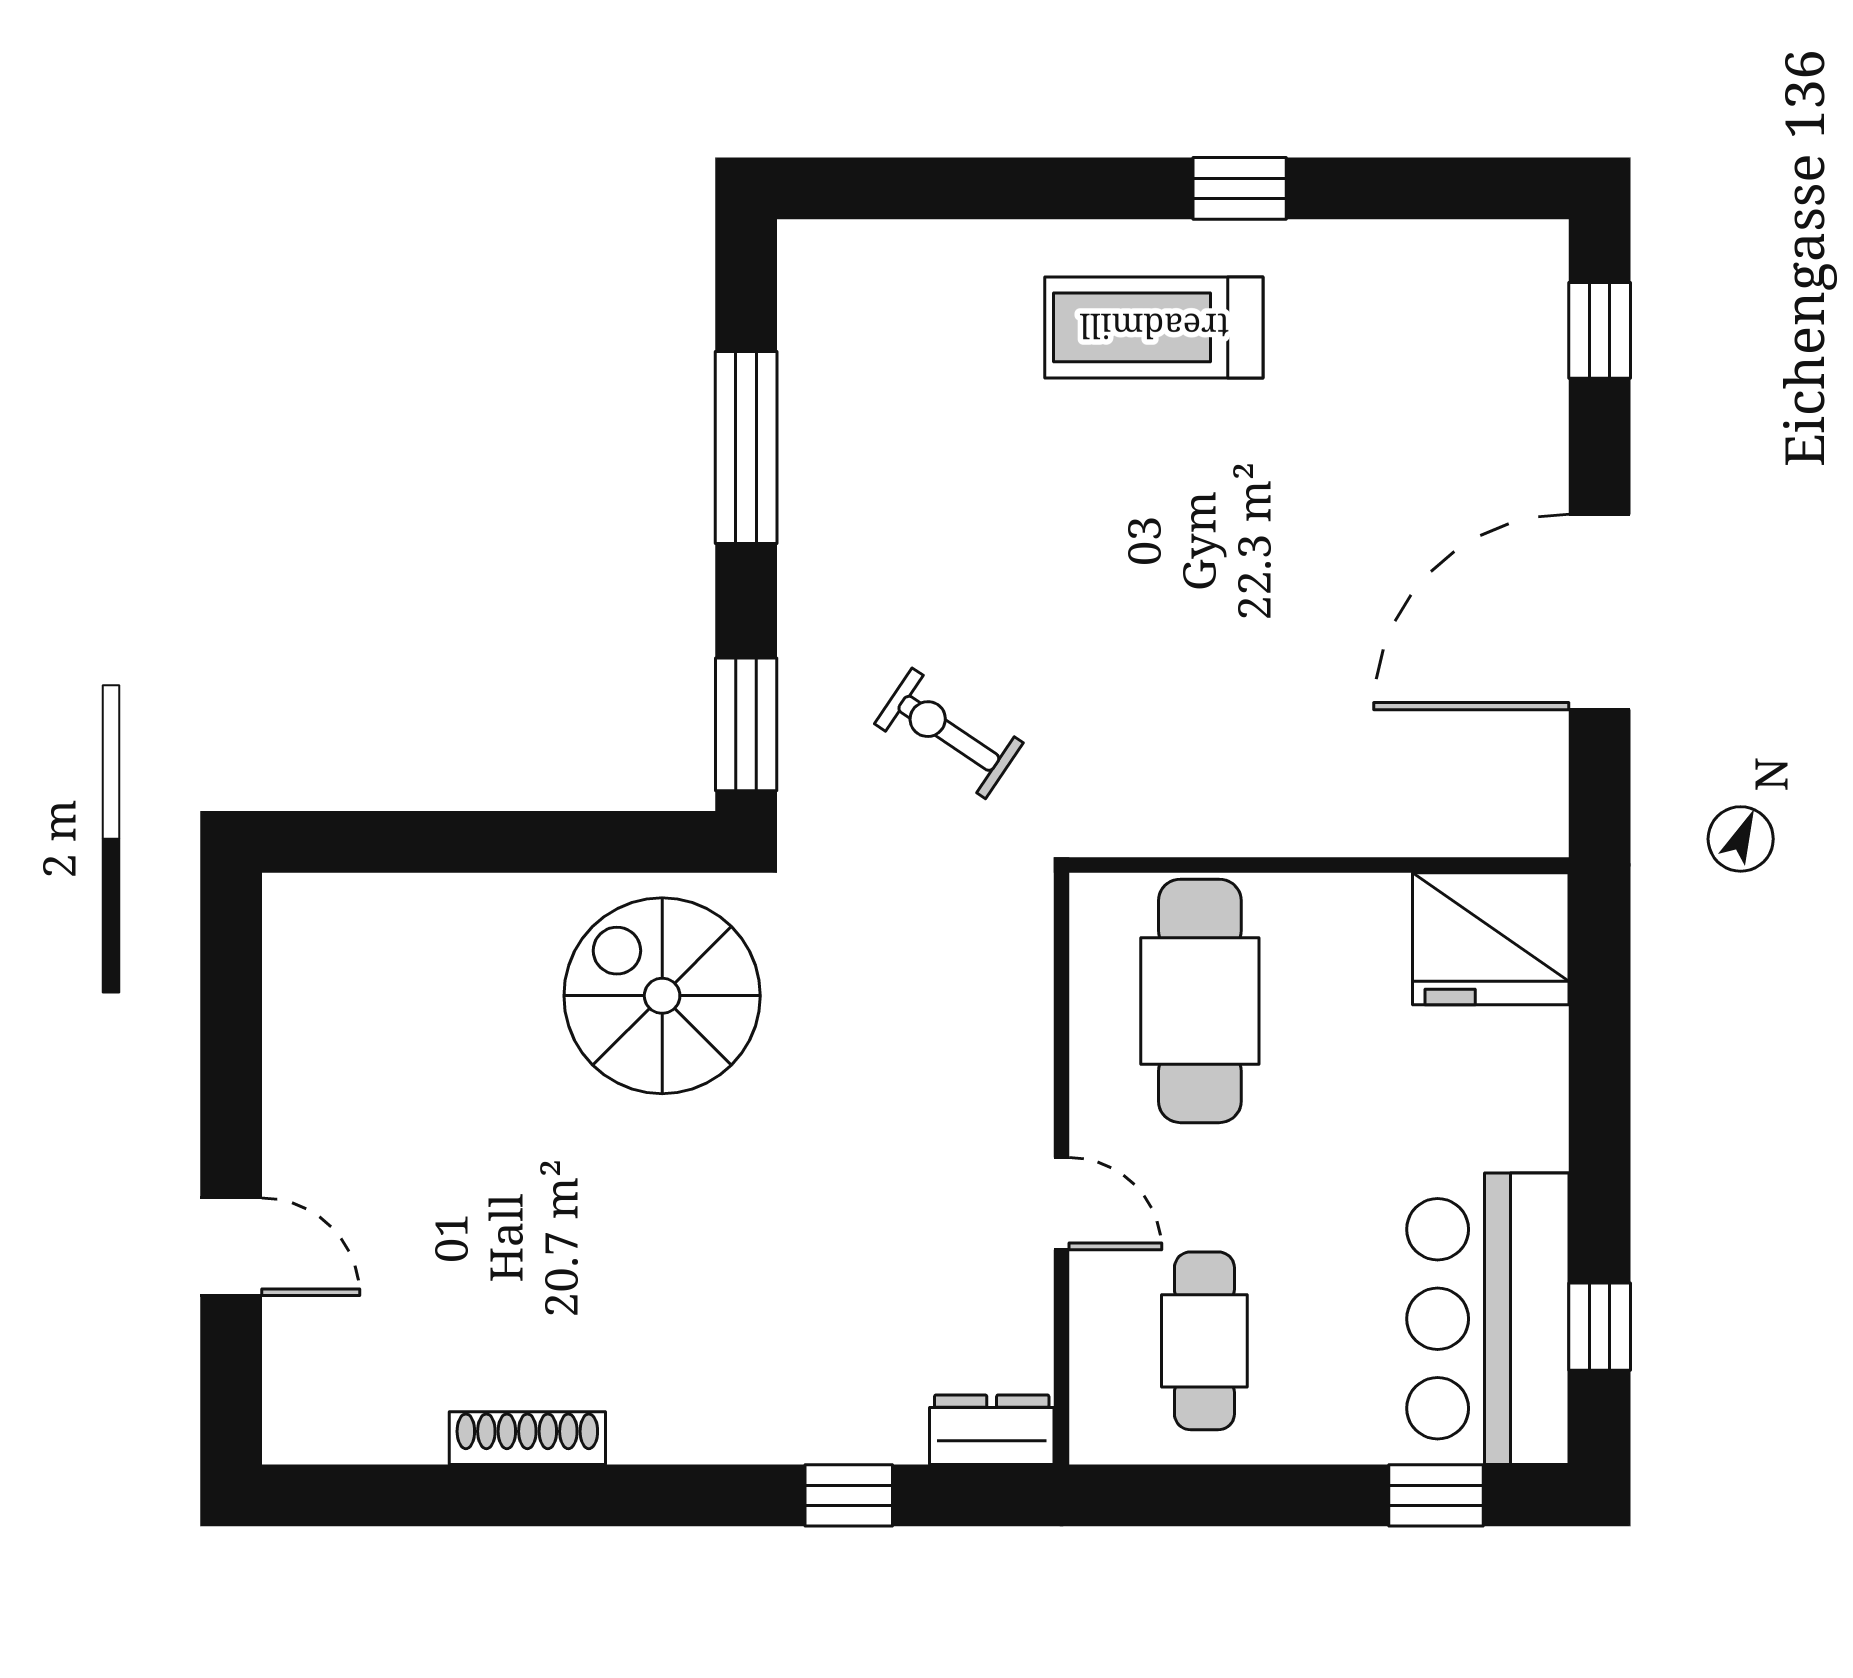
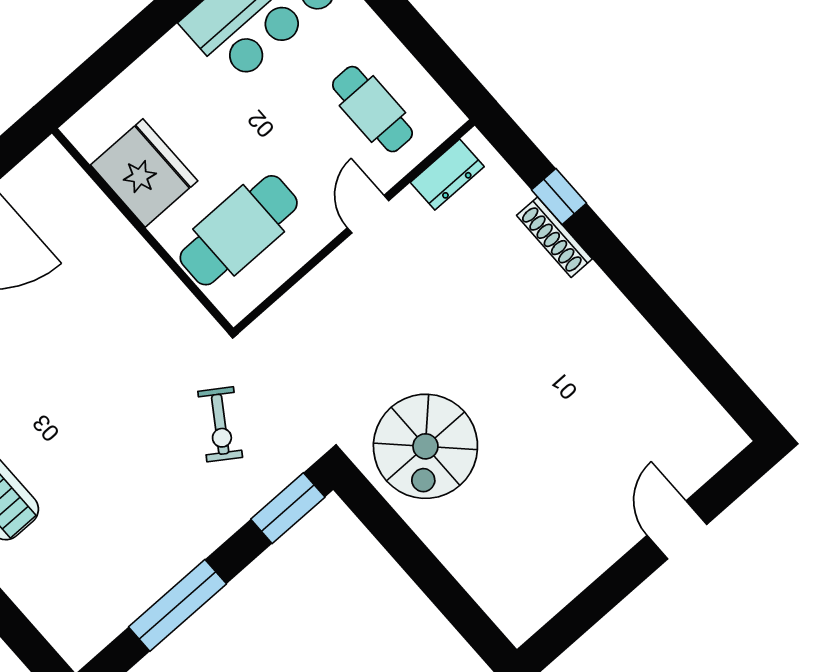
fridge: (1491, 939) -> (144, 173), moved
cafe table: (1204, 1341) -> (372, 109), turned 90
dresser: (992, 1430) -> (447, 174), moved, turned -90
shoe rack: (527, 1438) -> (554, 237), moved

